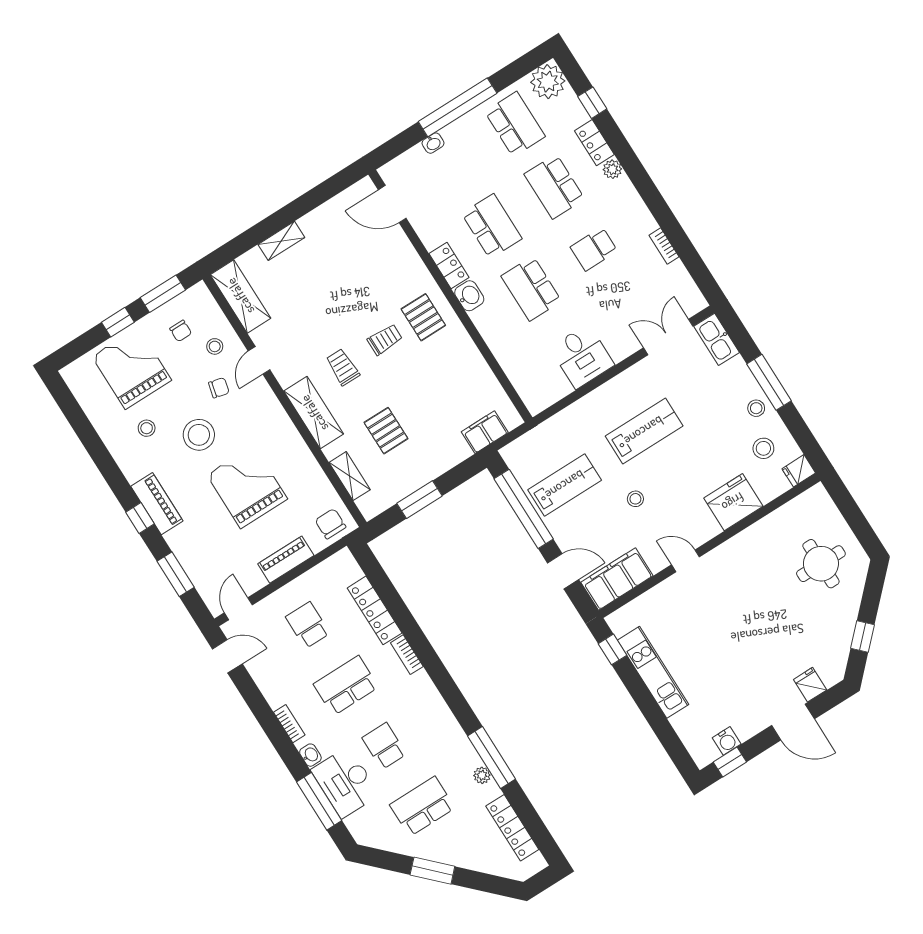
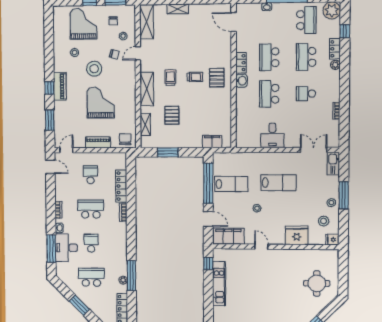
school desk: (492, 226) -> (269, 57), turned 180

